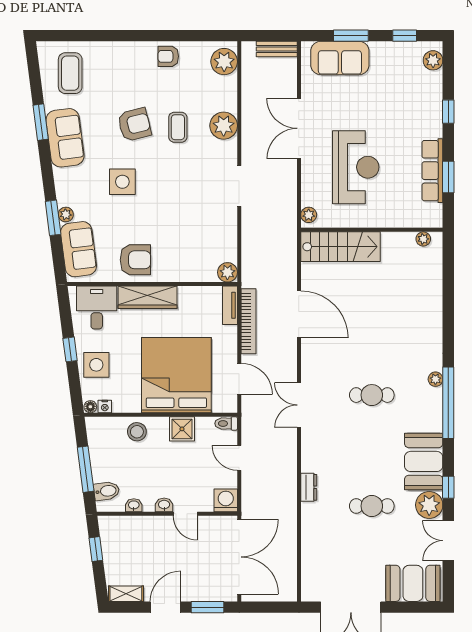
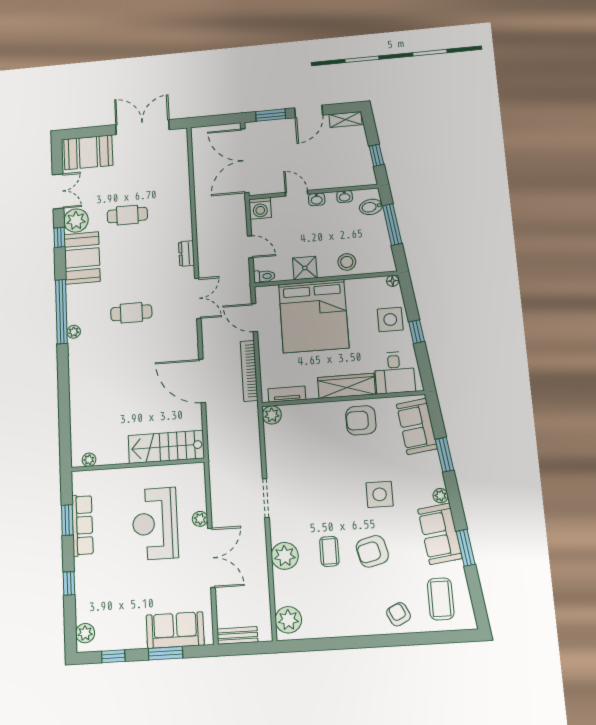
armchair: (168, 56) -> (398, 614), moved, turned -116
plant: (66, 214) -> (441, 496), moved
plant: (309, 215) -> (200, 519), moved
tv unit: (230, 305) -> (287, 394), moved, turned -90
nightstand: (105, 407) -> (379, 282), removed
dresser: (309, 487) -> (186, 254), moved

